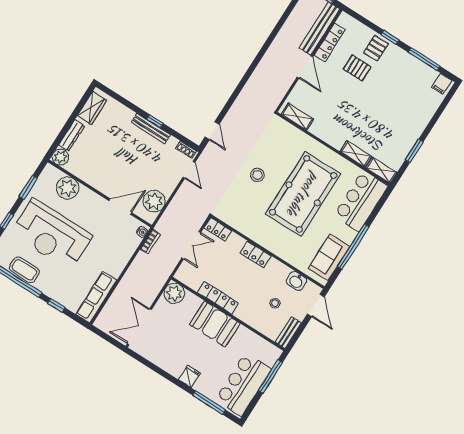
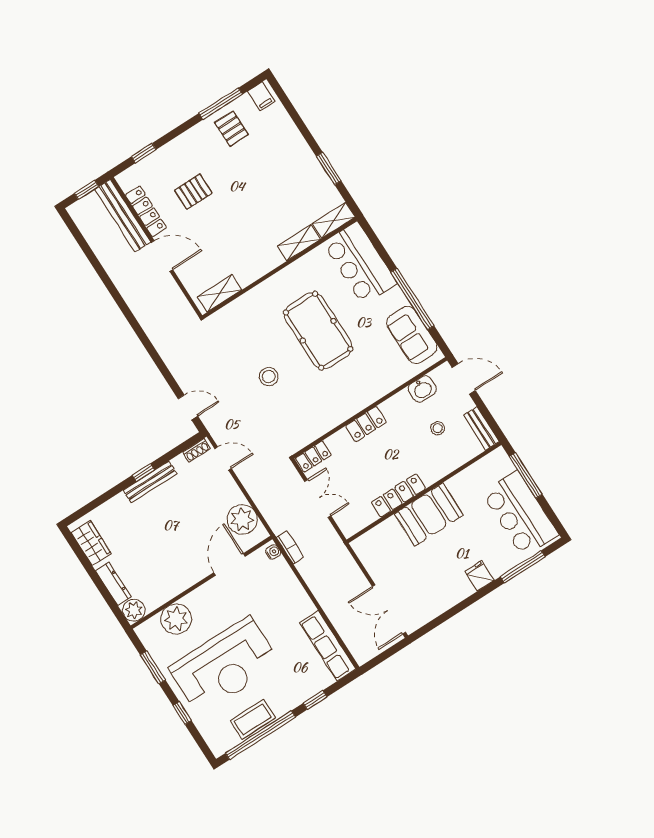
window: (390, 37) -> (144, 153), moved
pallet: (376, 48) -> (231, 129), moved
pool table: (303, 194) -> (318, 331), width x0.73, depth x0.76
plant: (174, 293) -> (368, 547), removed

